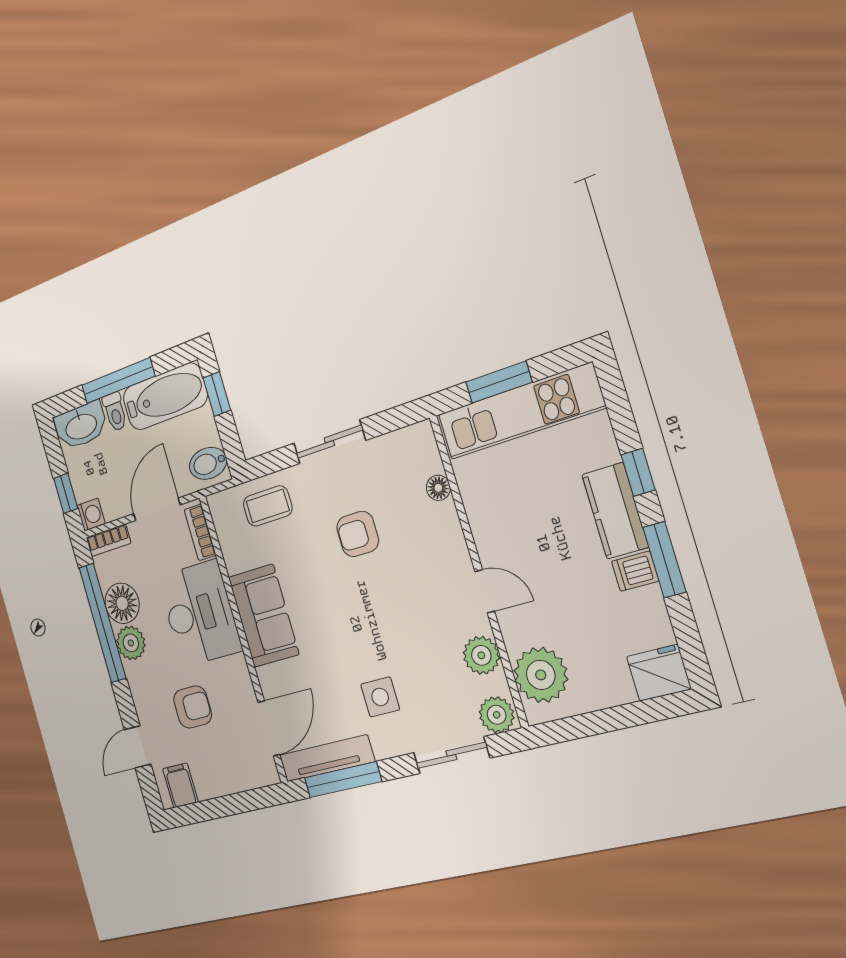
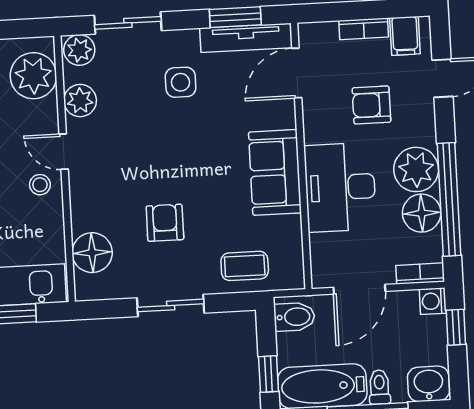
washbasin: (81, 426) -> (429, 384), width x0.72
floor lamp: (438, 488) -> (92, 253), width x1.89, depth x1.89
bookcase: (200, 532) -> (364, 29), moved, turned 90
armchair: (358, 534) -> (165, 223), turned -90
stool: (502, 546) -> (40, 185), added
plant: (131, 643) -> (416, 169), width x1.36, depth x1.36
window: (343, 780) -> (235, 17), width x0.69

